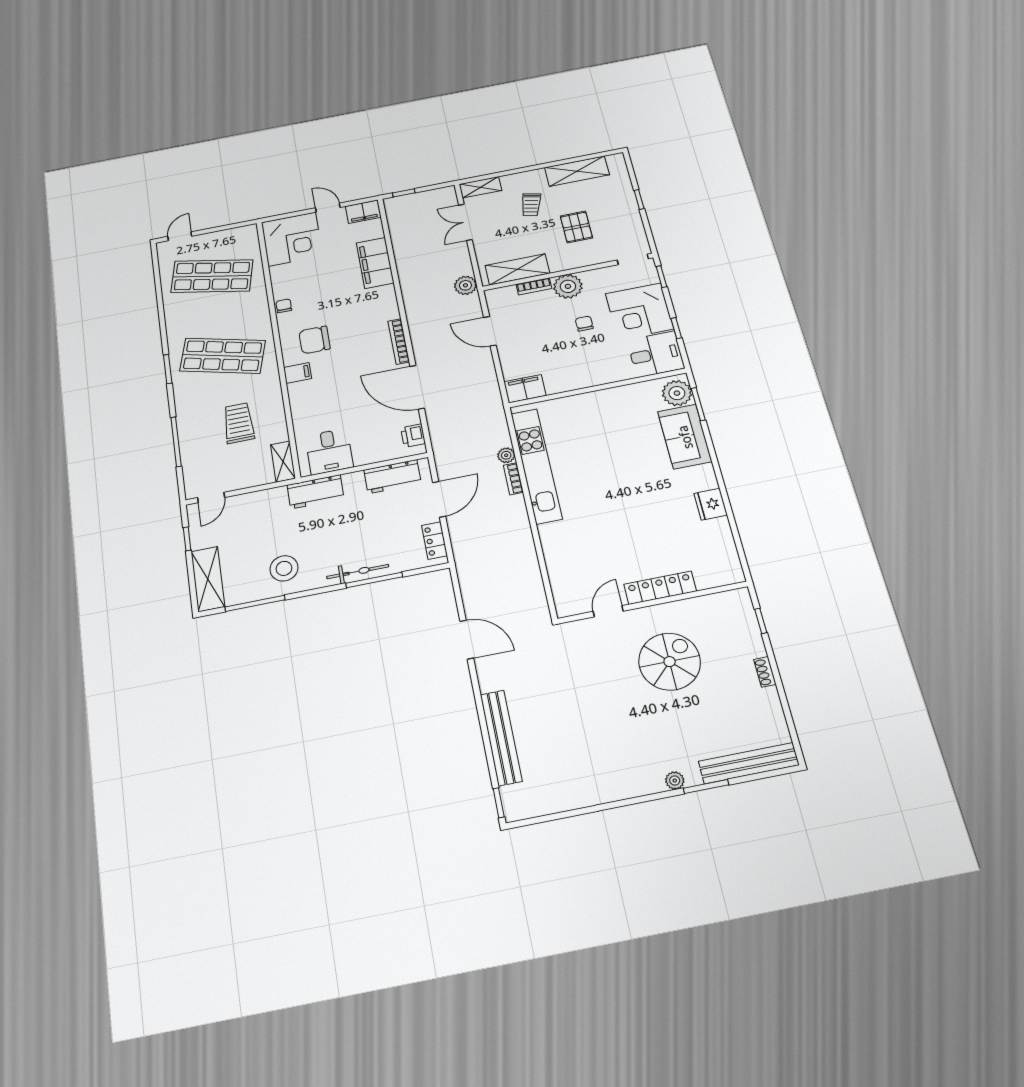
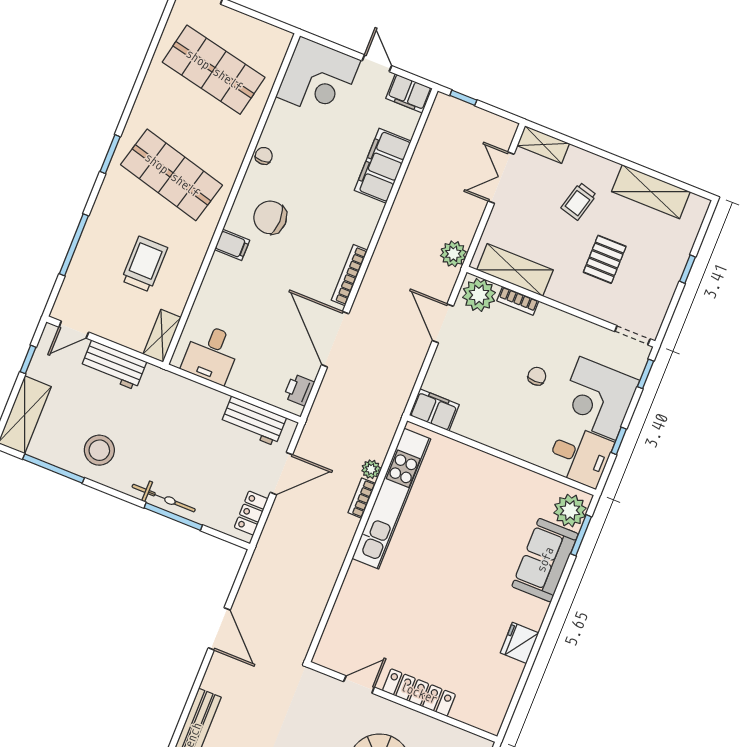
plant: (568, 286) -> (479, 295), moved
workbench: (315, 492) -> (114, 365), moved

